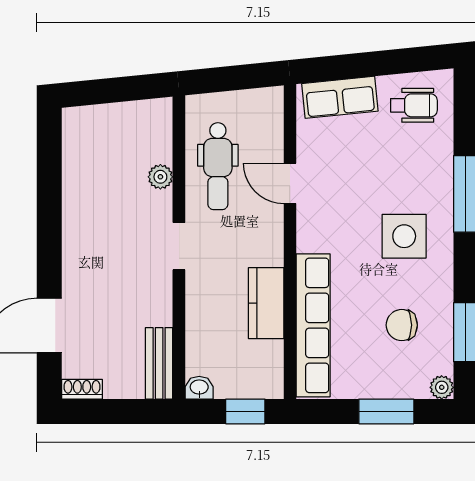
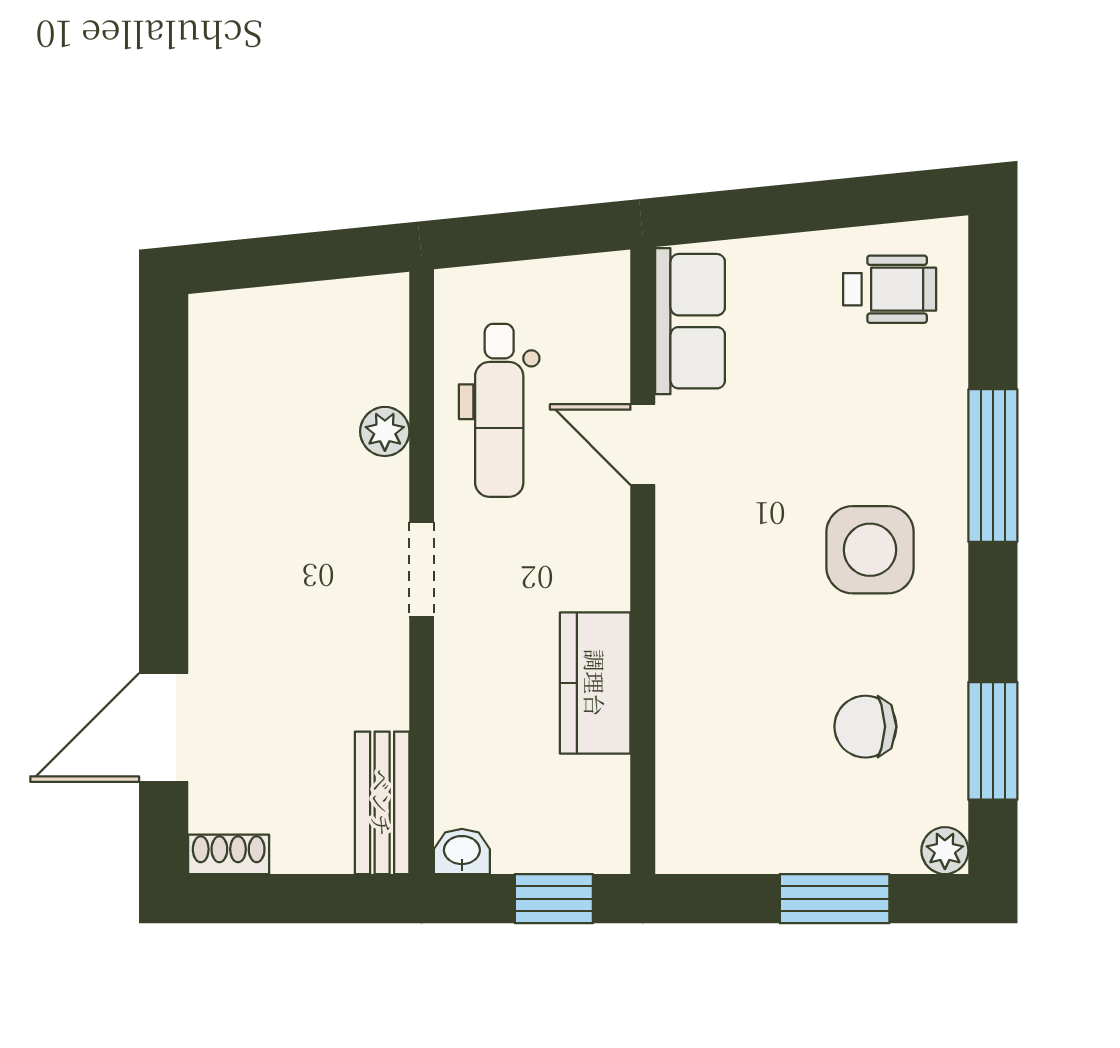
row of seats: (340, 97) -> (690, 321), moved, turned -84
row of seats: (313, 325) -> (689, 727), removed

